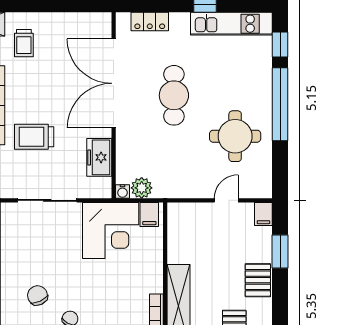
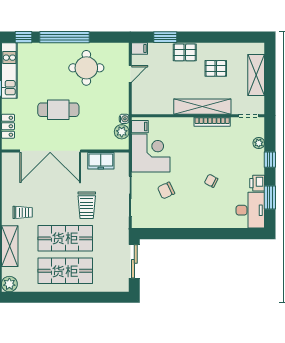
water cooler: (122, 192) -> (124, 119), moved
door: (226, 200) -> (130, 74), swing flipped
chair: (37, 295) -> (166, 190), moved

